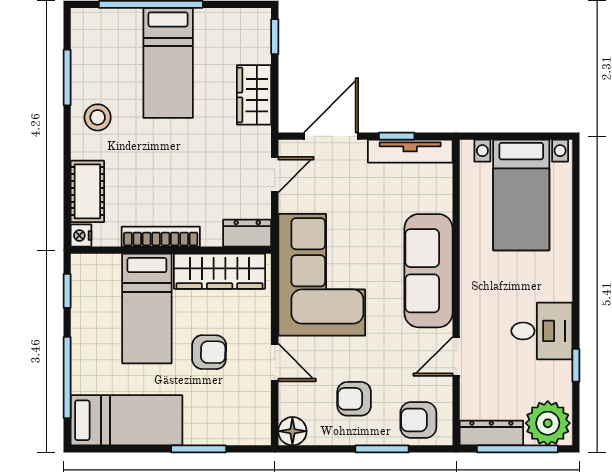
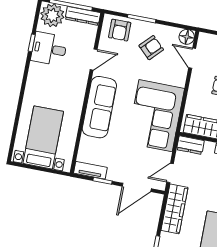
wardrobe: (254, 95) -> (174, 209), width x1.50
tv unit: (410, 151) -> (90, 170), width x0.71
desk: (542, 331) -> (49, 49), moved
door: (275, 362) -> (192, 58), moved
armchair: (354, 399) -> (151, 48), turned -46
armchair: (418, 420) -> (120, 30), turned 90

